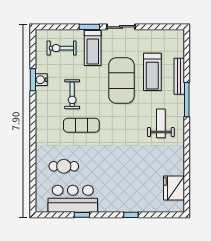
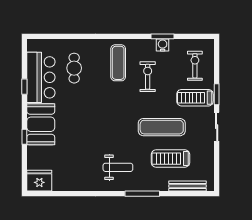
bench: (179, 76) -> (188, 186), moved
exercise mat: (121, 81) -> (162, 127), width x0.68
exercise bike: (72, 94) -> (148, 77), turned 90
exercise mat: (81, 125) -> (118, 63), moved
fridge: (174, 188) -> (39, 181), moved
booth: (119, 199) -> (41, 124), added

